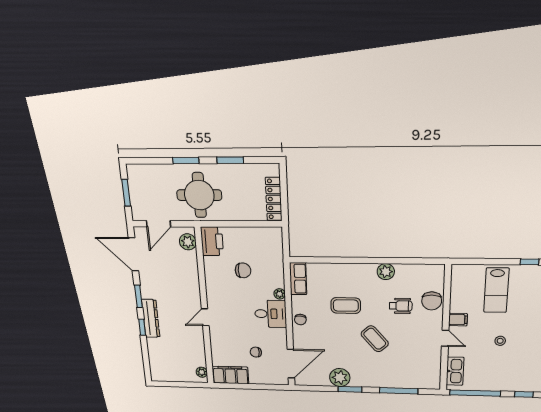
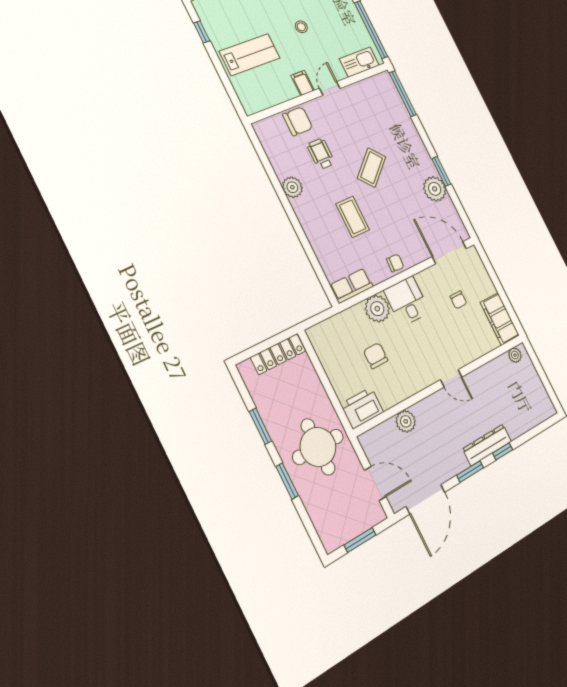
plant: (188, 242) -> (406, 421), moved
plant: (280, 294) -> (377, 309), width x1.87, depth x1.87
window: (399, 391) -> (403, 94), moved

